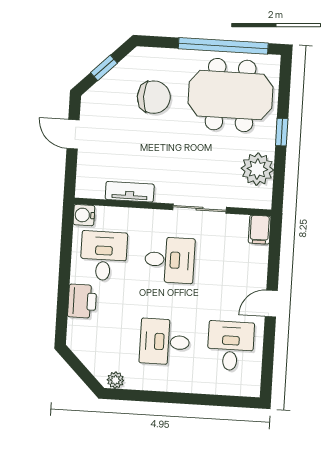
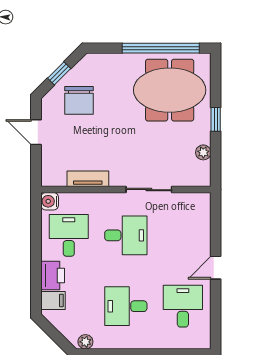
chair: (154, 97) -> (79, 100), moved, turned 90
plant: (257, 169) -> (203, 152), width x0.53, depth x0.53
filing cabinet: (260, 230) -> (53, 300), moved, turned -90

